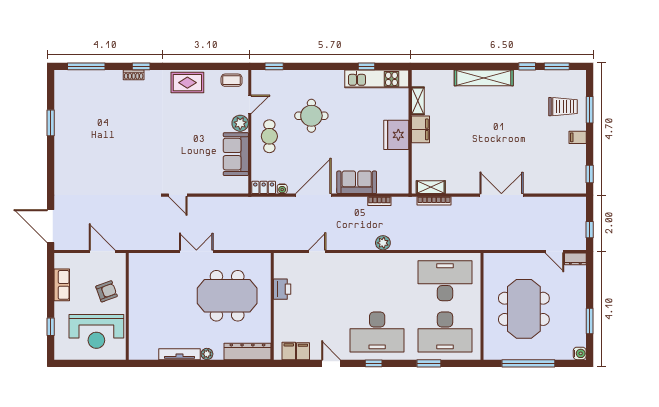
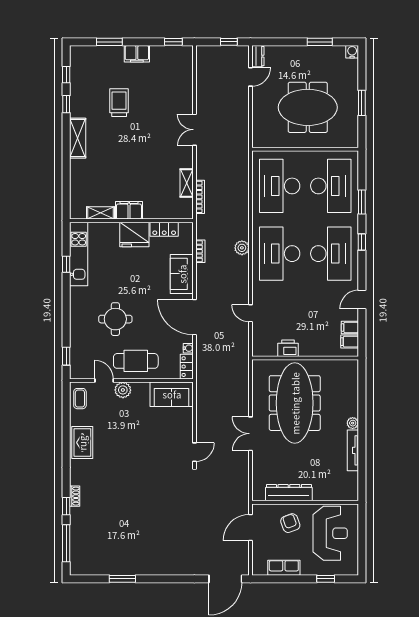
window: (141, 66) -> (66, 506), moved
window: (557, 66) -> (66, 75), width x0.67
shelving: (484, 78) -> (78, 138), width x0.68
trolley: (563, 107) -> (119, 103), moved
cafe table: (269, 136) -> (136, 361), width x1.37, depth x1.35
filing cabinet: (578, 137) -> (137, 54), width x2.00
sofa: (236, 154) -> (172, 394), moved
locker: (402, 165) -> (164, 229), added
shelving: (431, 187) -> (187, 183), moved
double door: (501, 195) -> (194, 130), width x0.73
desk: (377, 281) -> (280, 254), added
meeting table: (227, 296) -> (295, 403), width x1.36
dresser: (247, 351) -> (289, 493), moved, turned 90
window: (374, 363) -> (362, 242), moved
window: (528, 363) -> (362, 103), width x0.47

